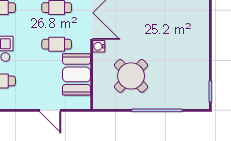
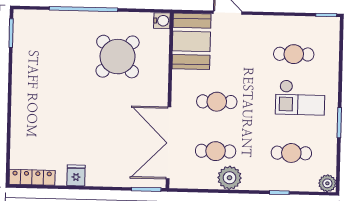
water cooler: (99, 46) -> (162, 21), moved
booth: (76, 74) -> (191, 41), moved

